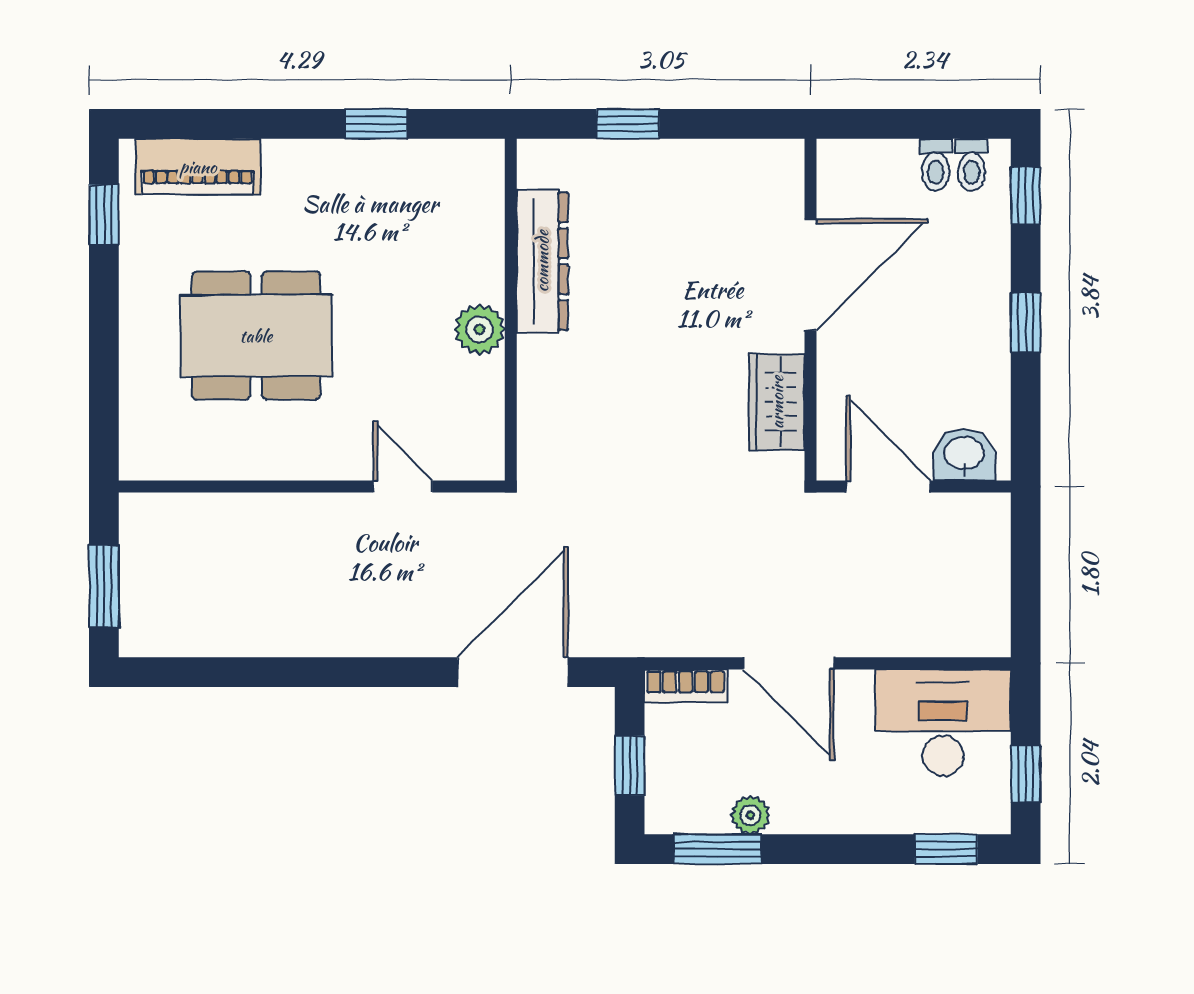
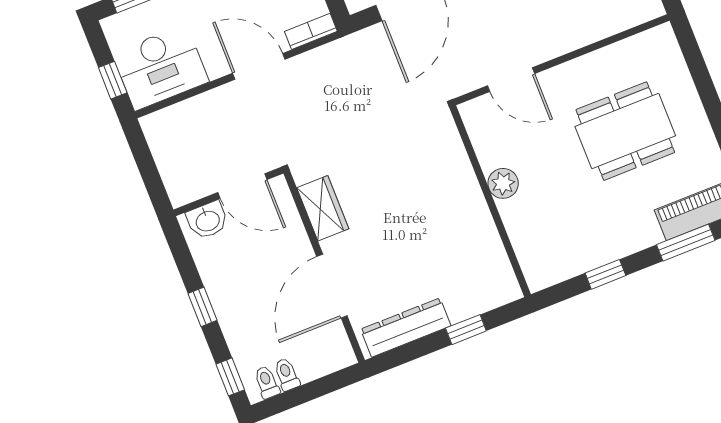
window: (231, 124) -> (686, 243), added
dresser: (542, 261) -> (406, 328), moved, turned 90
door: (403, 487) -> (511, 80), width x1.38
window: (1026, 774) -> (113, 80), moved

